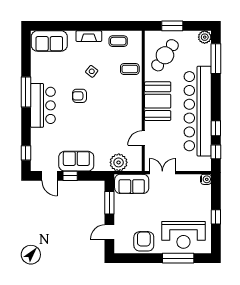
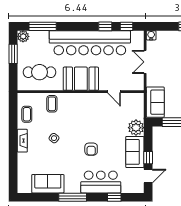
window: (172, 26) -> (13, 54), moved
sofa: (49, 41) -> (48, 184), moved, turned -90
cafe table: (165, 55) -> (40, 72), turned -36
armchair: (79, 96) -> (91, 149), moved
bar counter: (43, 105) -> (101, 182), moved
window: (26, 153) -> (114, 197), moved
plant: (119, 162) -> (136, 128), moved
double door: (162, 173) -> (145, 62), moved

